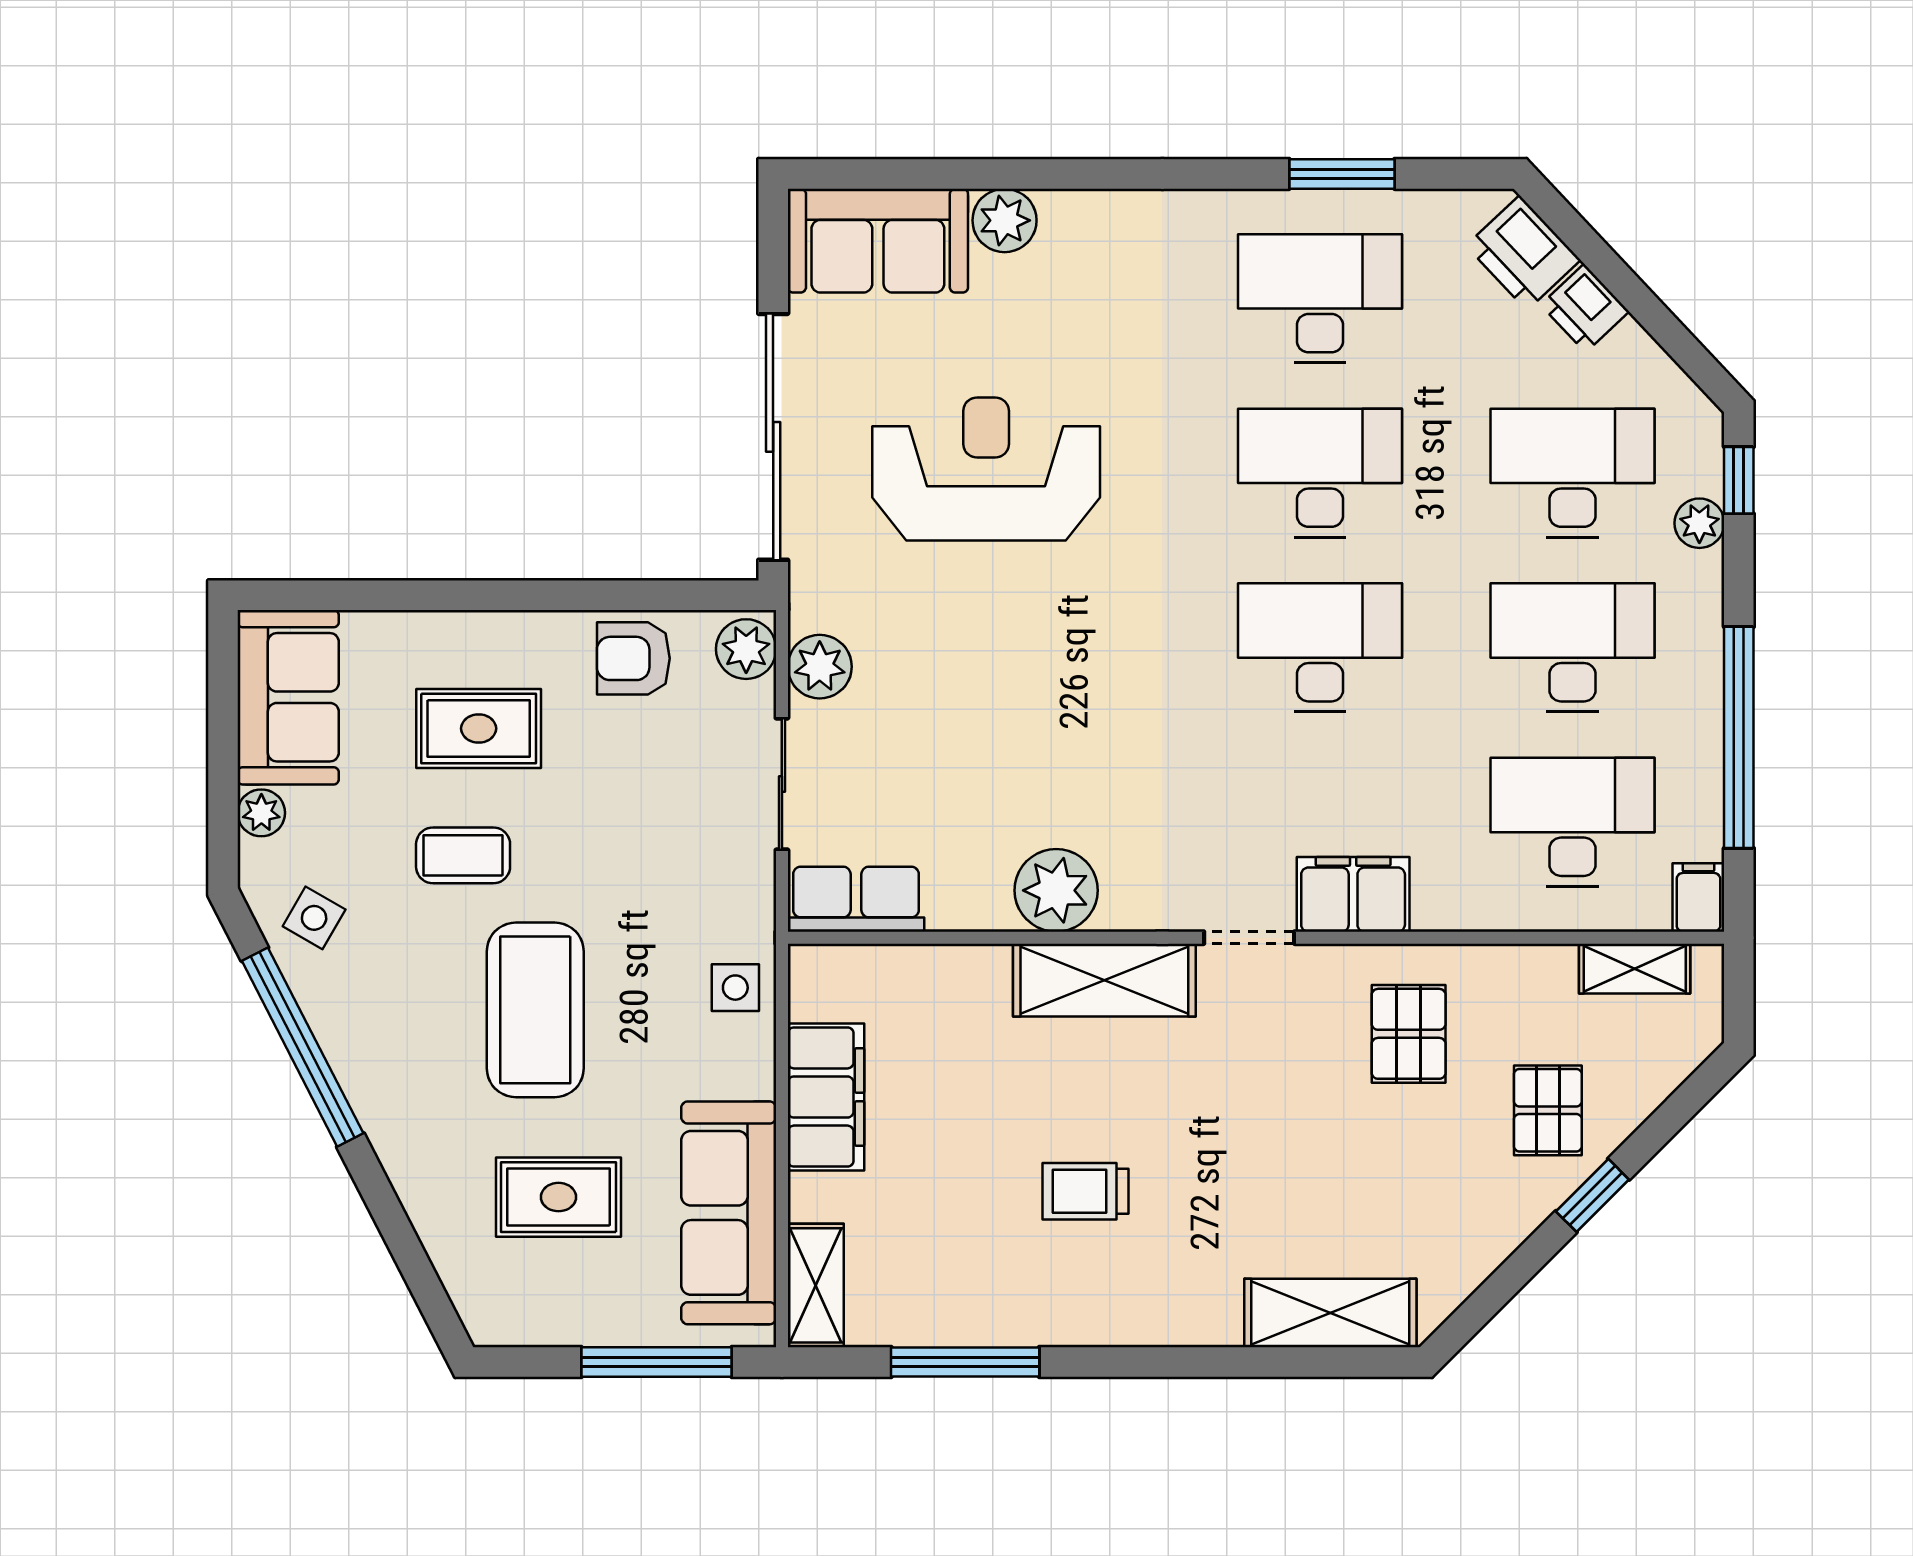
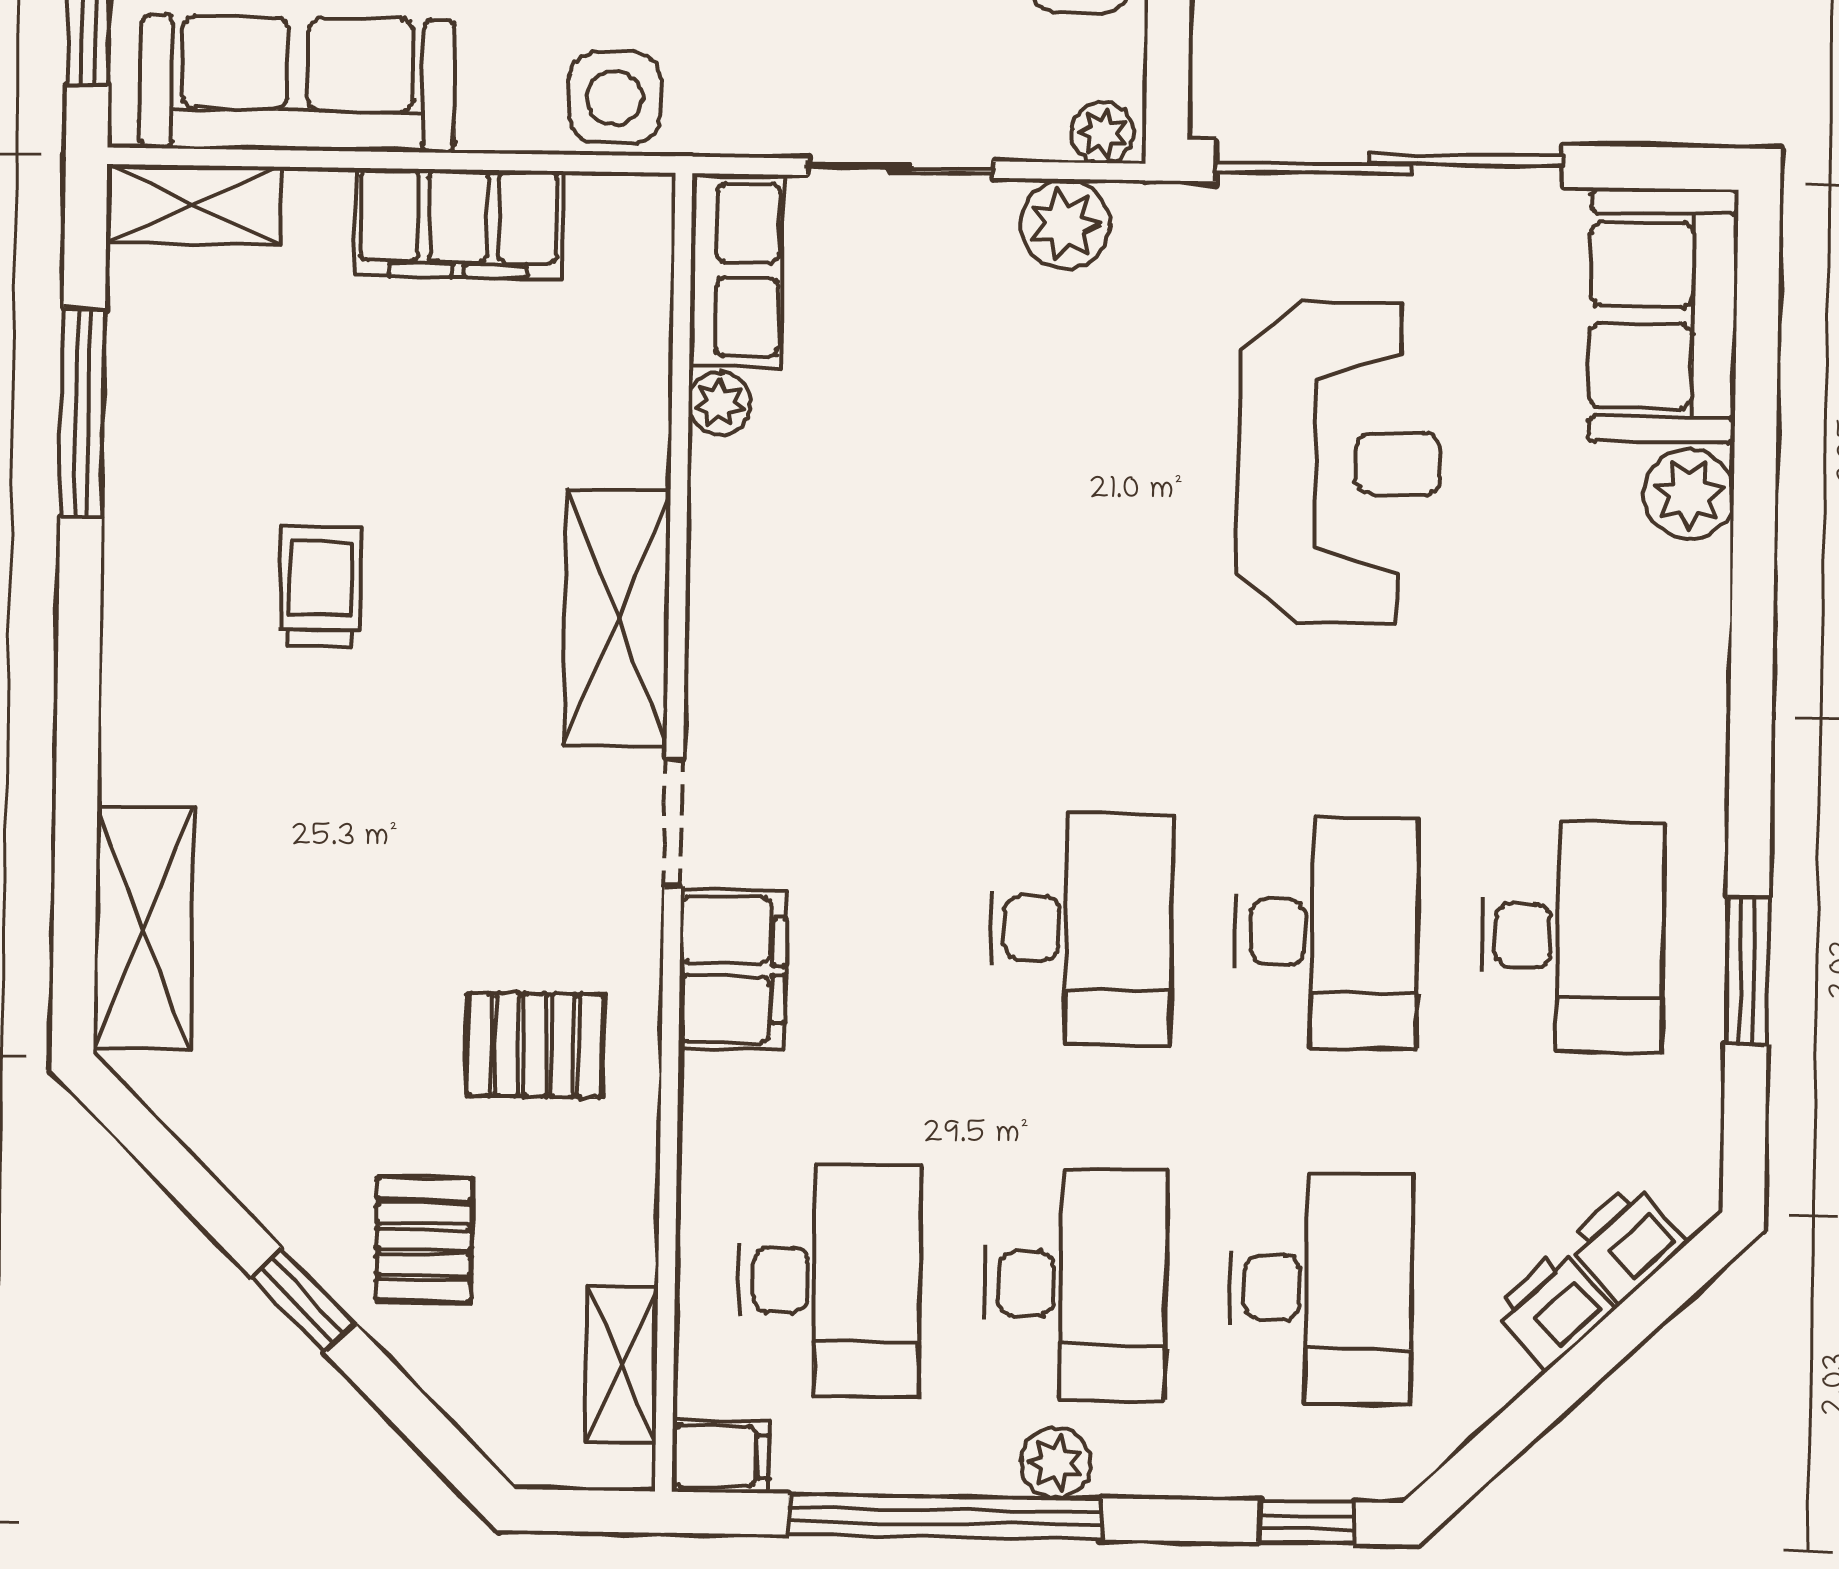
printer: (1523, 253) -> (1626, 1243), width x0.73, depth x0.81
plant: (1699, 523) -> (1056, 1463), moved
plant: (746, 649) -> (1102, 132), width x0.73, depth x0.73
plant: (1056, 890) -> (720, 403), moved, width x0.53, depth x0.53
side table: (735, 988) -> (615, 98), width x1.37, depth x1.37
pallet: (1548, 1110) -> (424, 1239), turned 90

